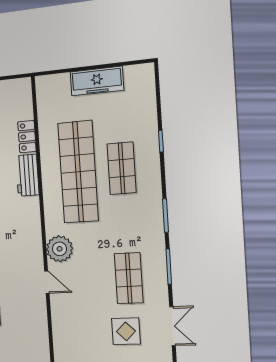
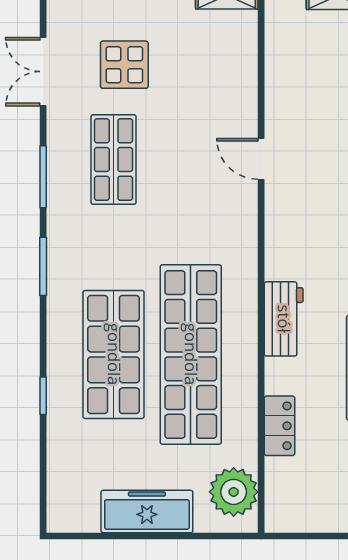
shop shelf: (122, 168) -> (114, 354), width x1.43, depth x1.36
workbench: (27, 175) -> (284, 319), moved
plant: (60, 249) -> (234, 492), moved

